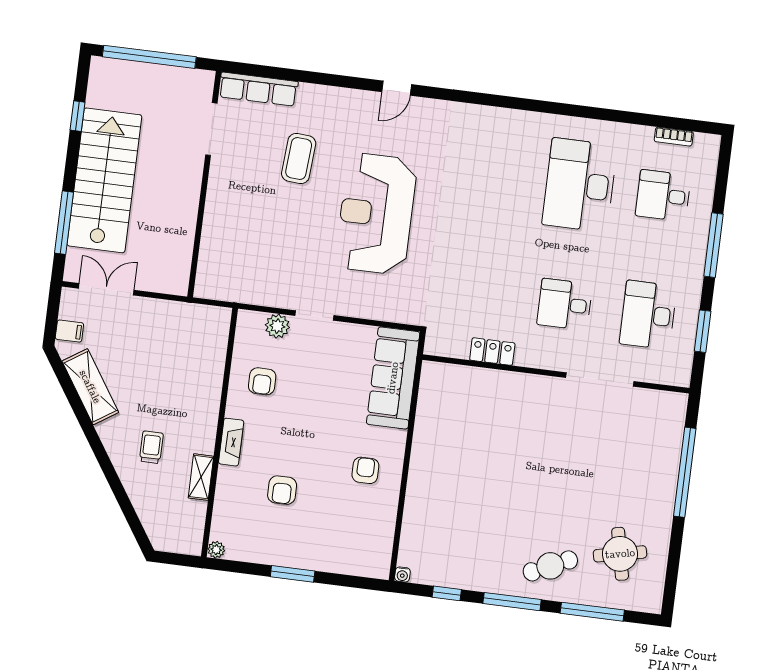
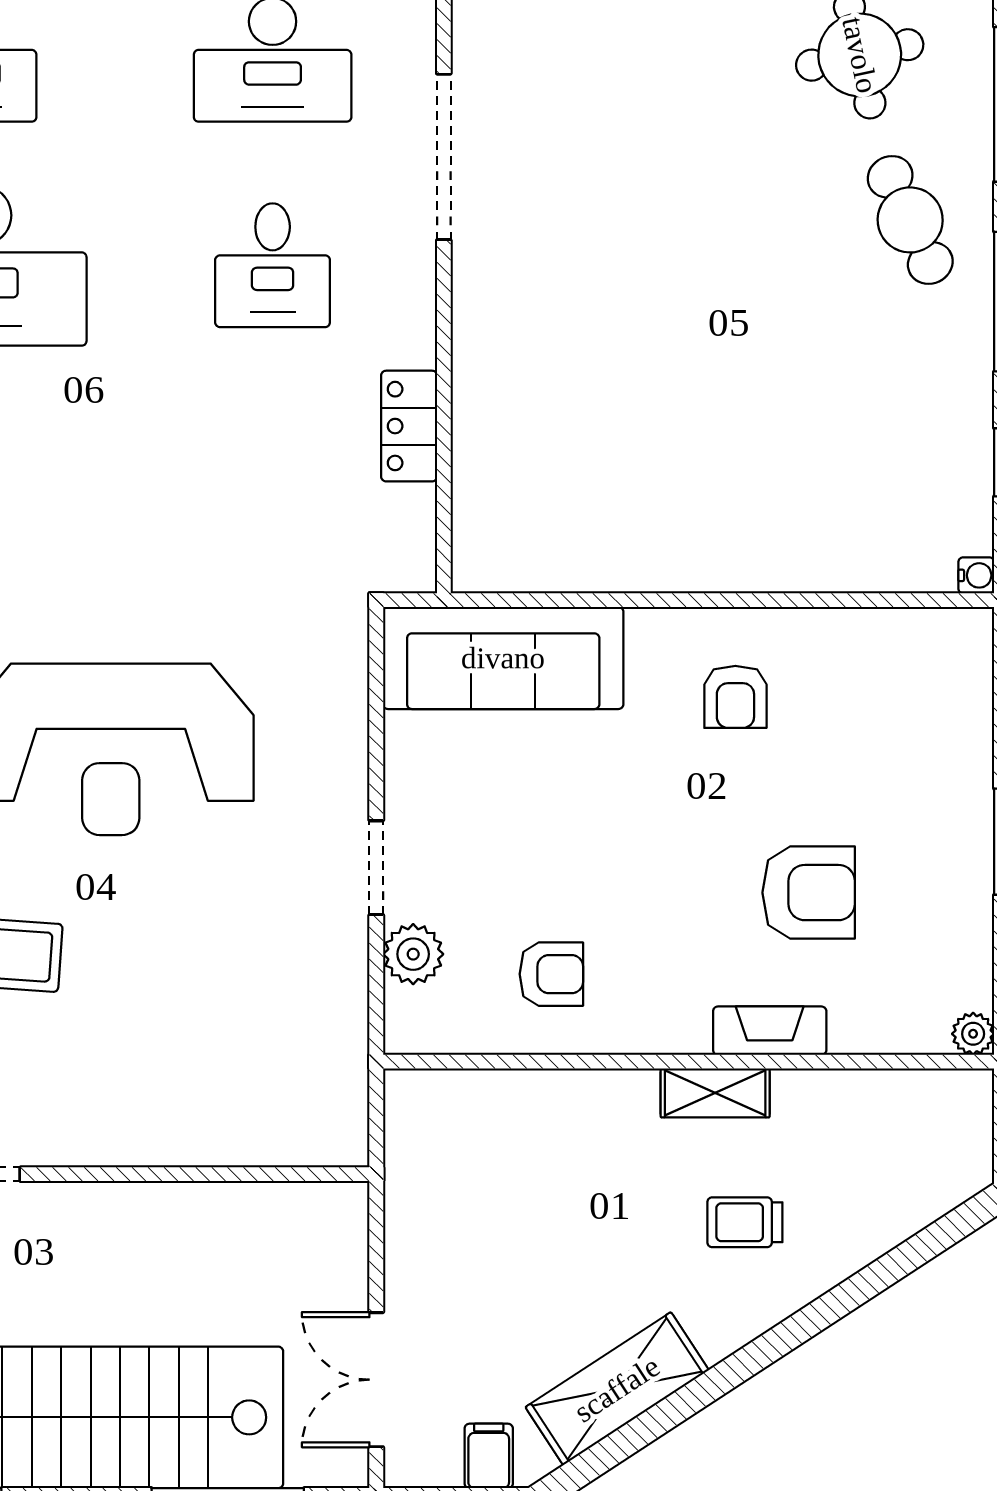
fireplace: (231, 442) -> (770, 1031), moved
armchair: (365, 470) -> (735, 697), turned -90
shelving: (201, 477) -> (715, 1093), moved
armchair: (282, 490) -> (809, 893), width x1.38, depth x1.38

